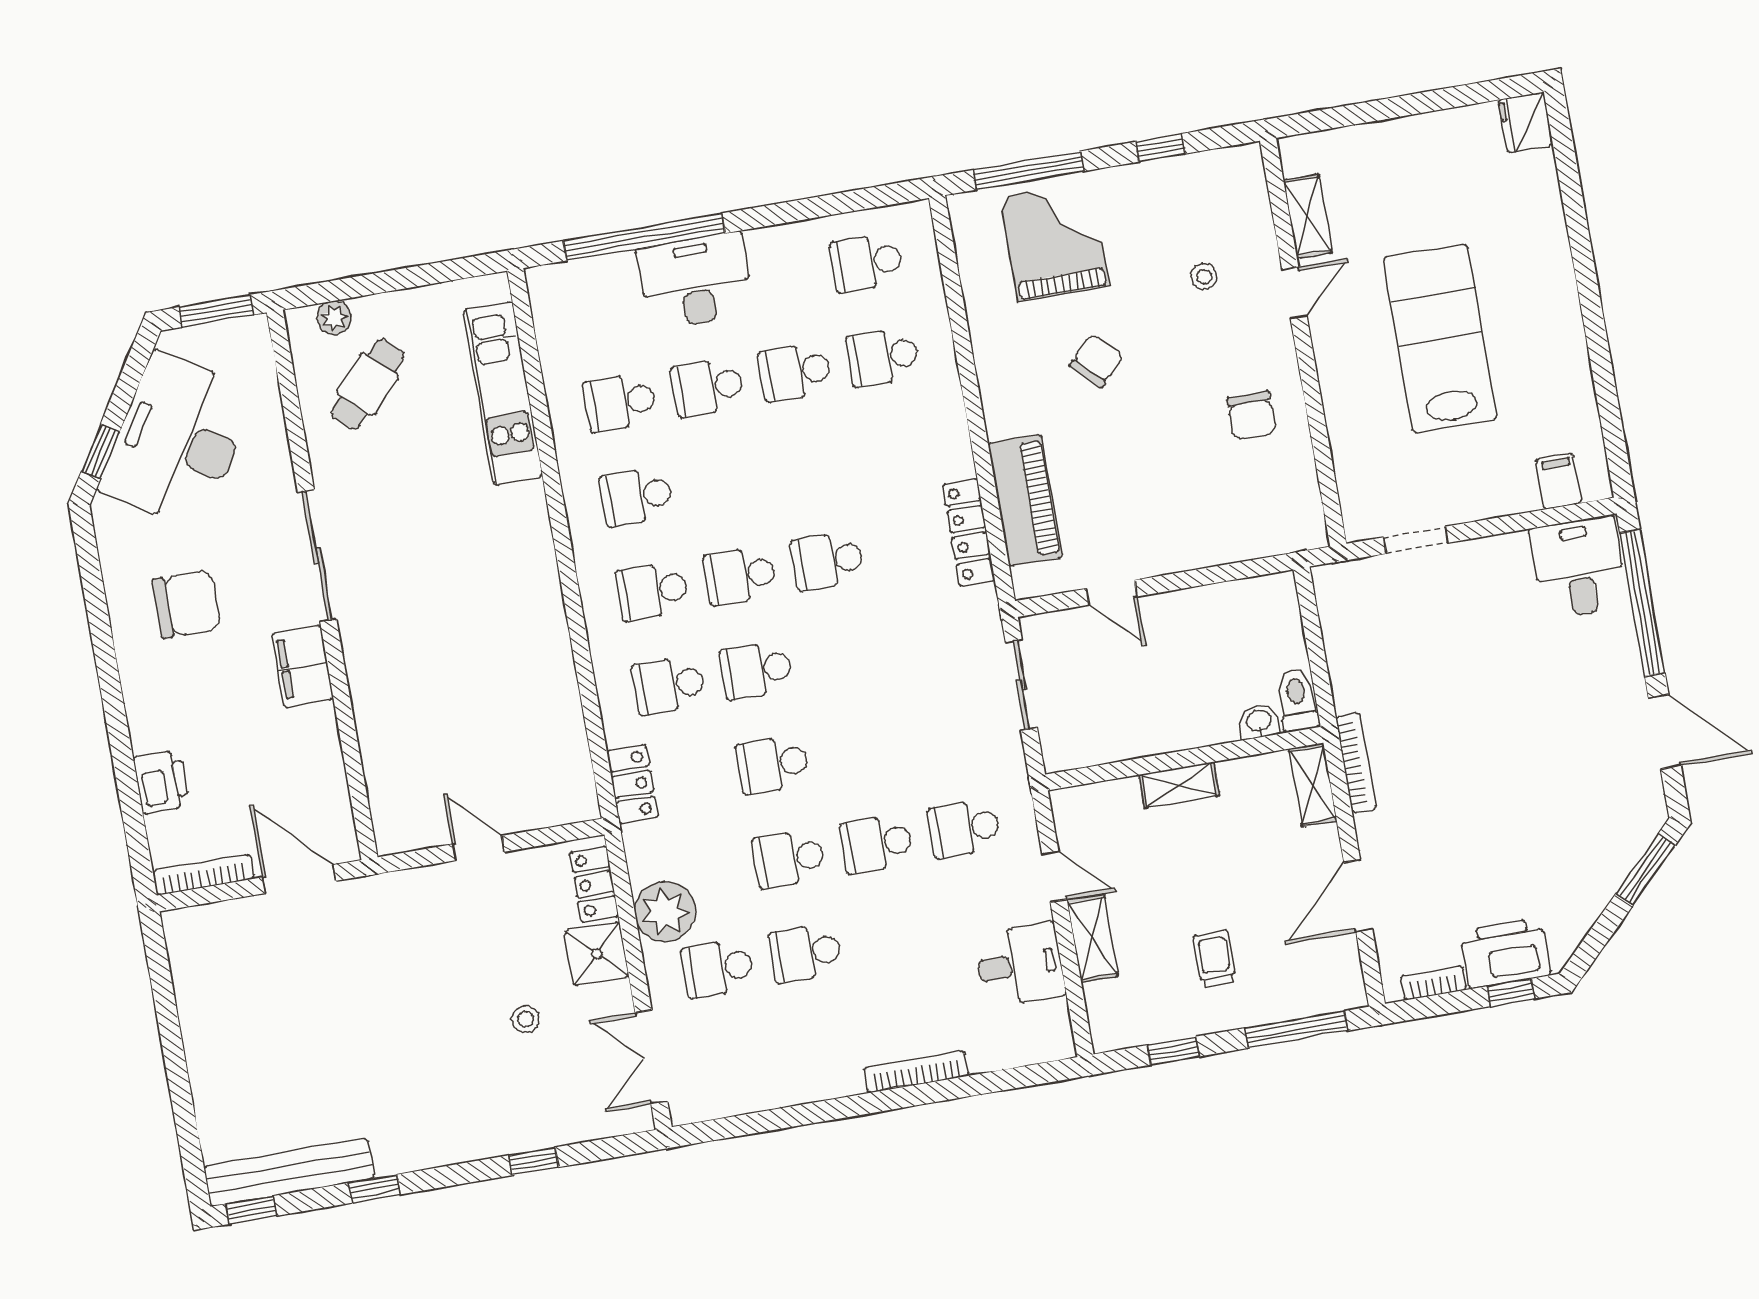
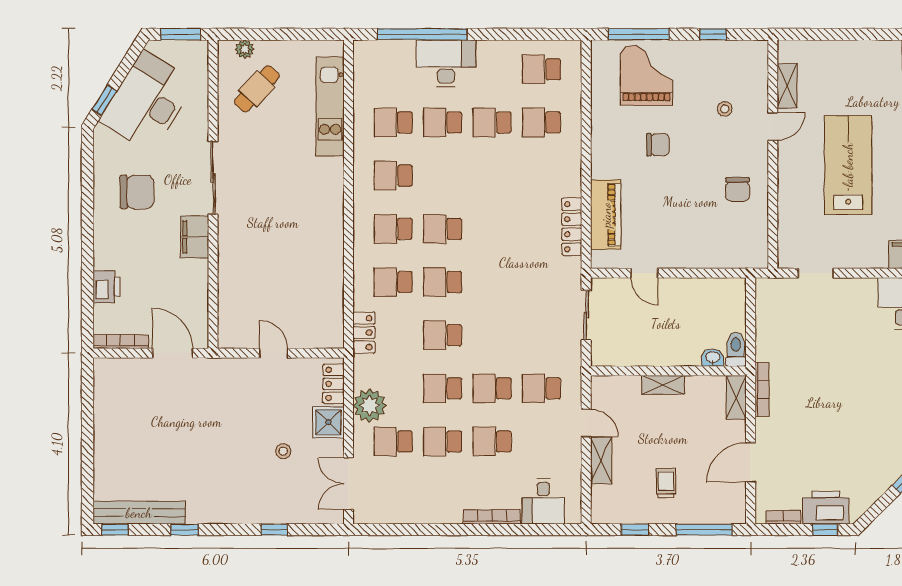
chair: (1096, 361) -> (658, 145), turned 46
school desk: (828, 561) -> (492, 441), moved
desk: (1020, 965) -> (543, 501), moved, turned 90

